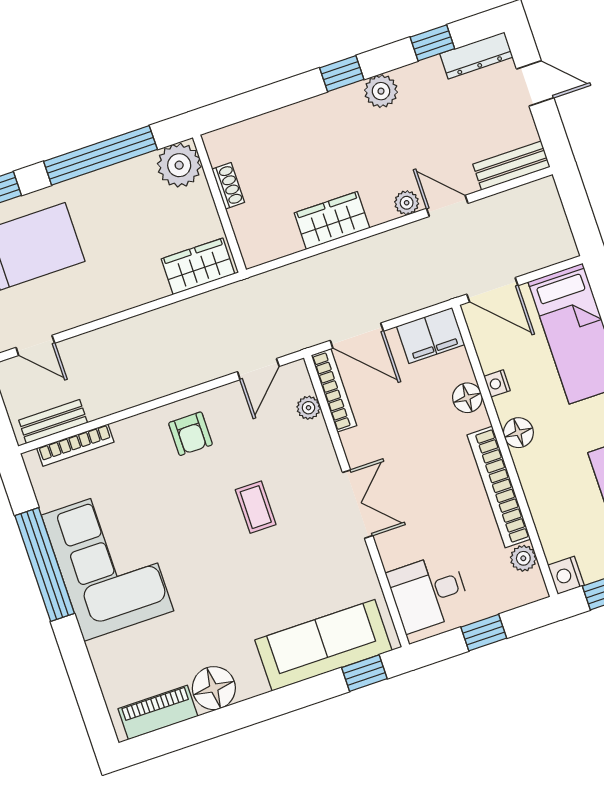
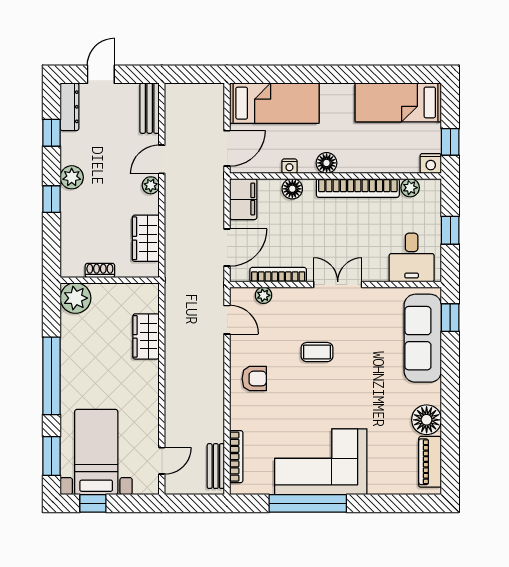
plant: (179, 165) -> (75, 298), moved
shoe rack: (228, 186) -> (100, 270), moved
wall: (219, 204) -> (110, 280), moved
bookcase: (334, 390) -> (278, 275), moved

